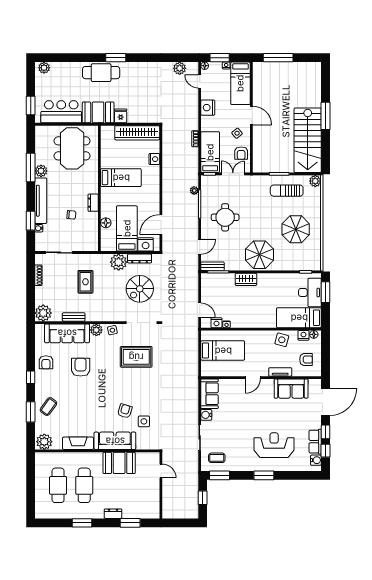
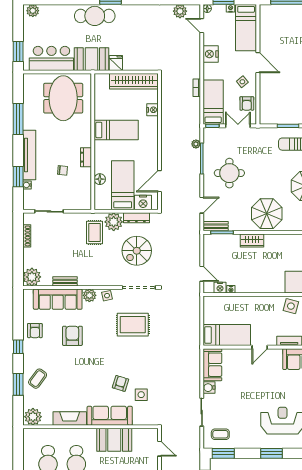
plant: (41, 171) -> (29, 123), removed
rug: (85, 282) -> (95, 233), moved
bed: (223, 351) -> (227, 335), moved

